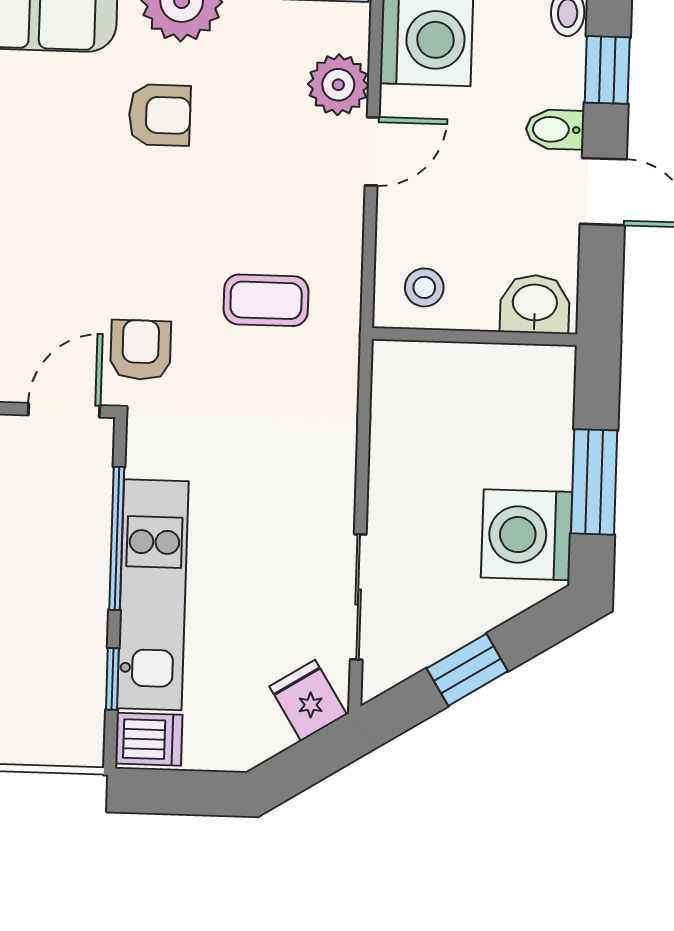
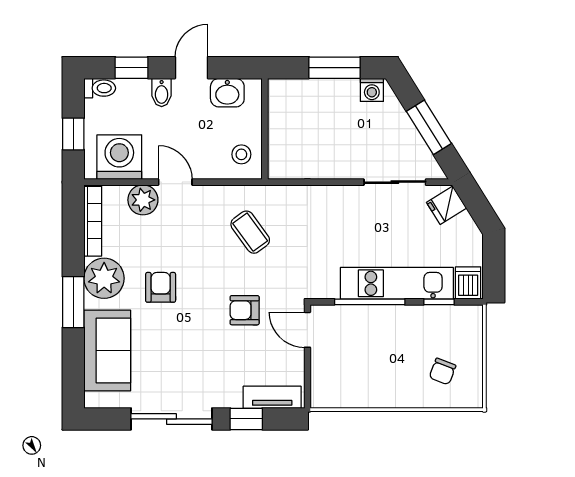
coffee table: (266, 300) -> (250, 232), turned -36
washbasin: (535, 304) -> (227, 93), moved, turned -90
armchair: (141, 350) -> (245, 310), moved
washing machine: (527, 535) -> (372, 90), width x0.53, depth x0.53
window: (467, 670) -> (429, 127), width x1.50

